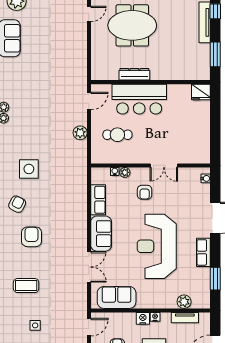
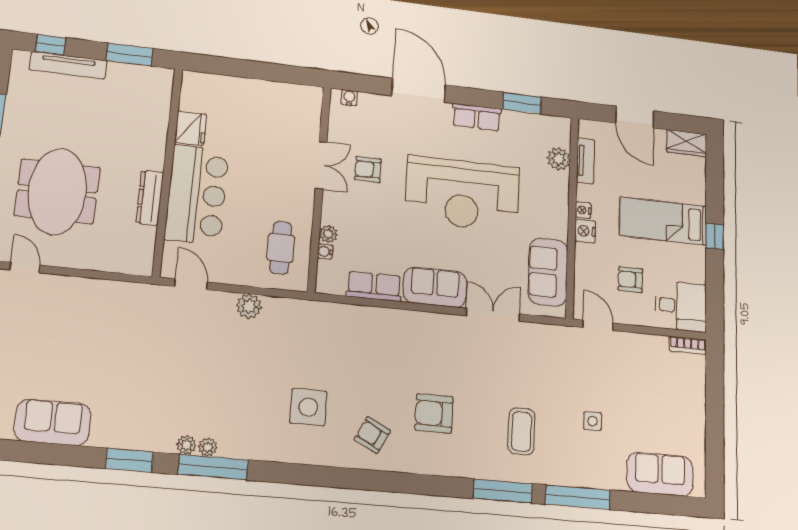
fridge: (201, 92) -> (191, 128), moved
cafe table: (117, 135) -> (281, 248), moved
armchair: (145, 192) -> (368, 169), moved, turned 180

